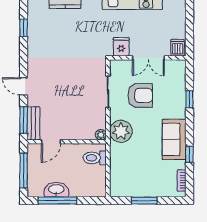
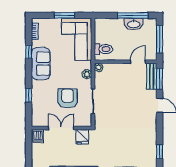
armchair: (140, 95) -> (68, 98), turned 90
plant: (121, 131) -> (87, 74), width x0.53, depth x0.53
corner sofa: (129, 170) -> (77, 39), added

